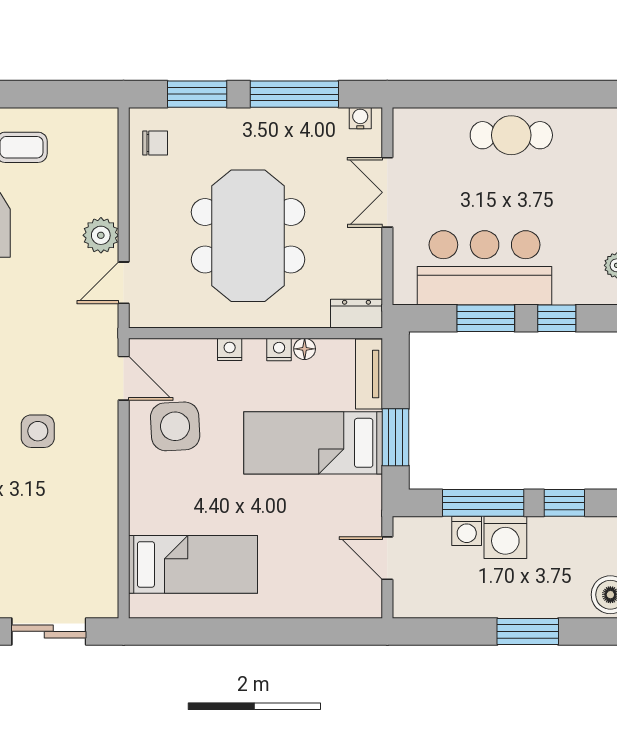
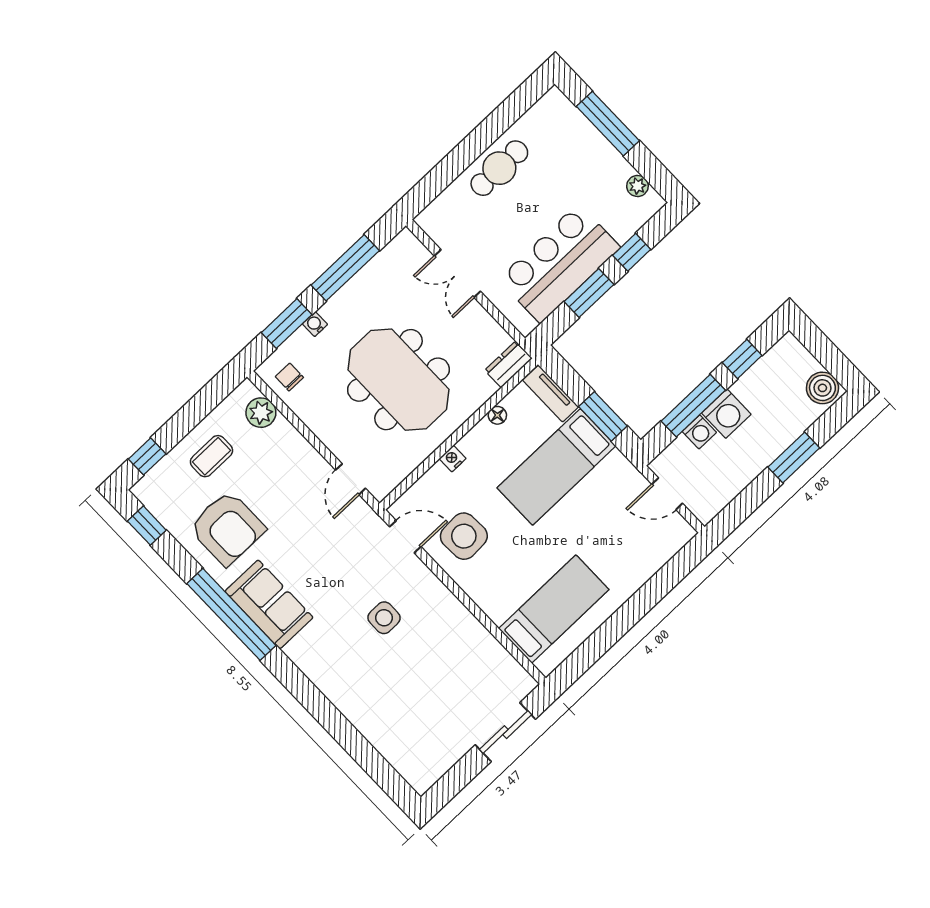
water cooler: (360, 118) -> (315, 324), moved
chair: (155, 143) -> (289, 377), turned -90
plant: (101, 235) -> (261, 413), moved
nightstand: (279, 349) -> (482, 430), removed

